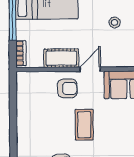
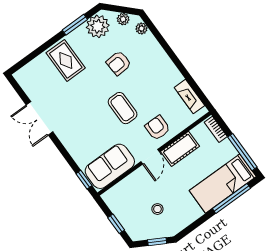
armchair: (67, 88) -> (157, 128), turned 90
fireplace: (23, 95) -> (189, 97), added

